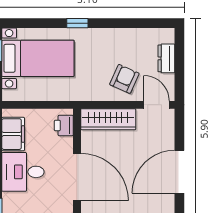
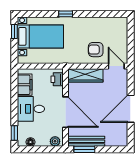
dresser: (166, 58) -> (122, 36), removed
armchair: (124, 79) -> (96, 50), turned -114

